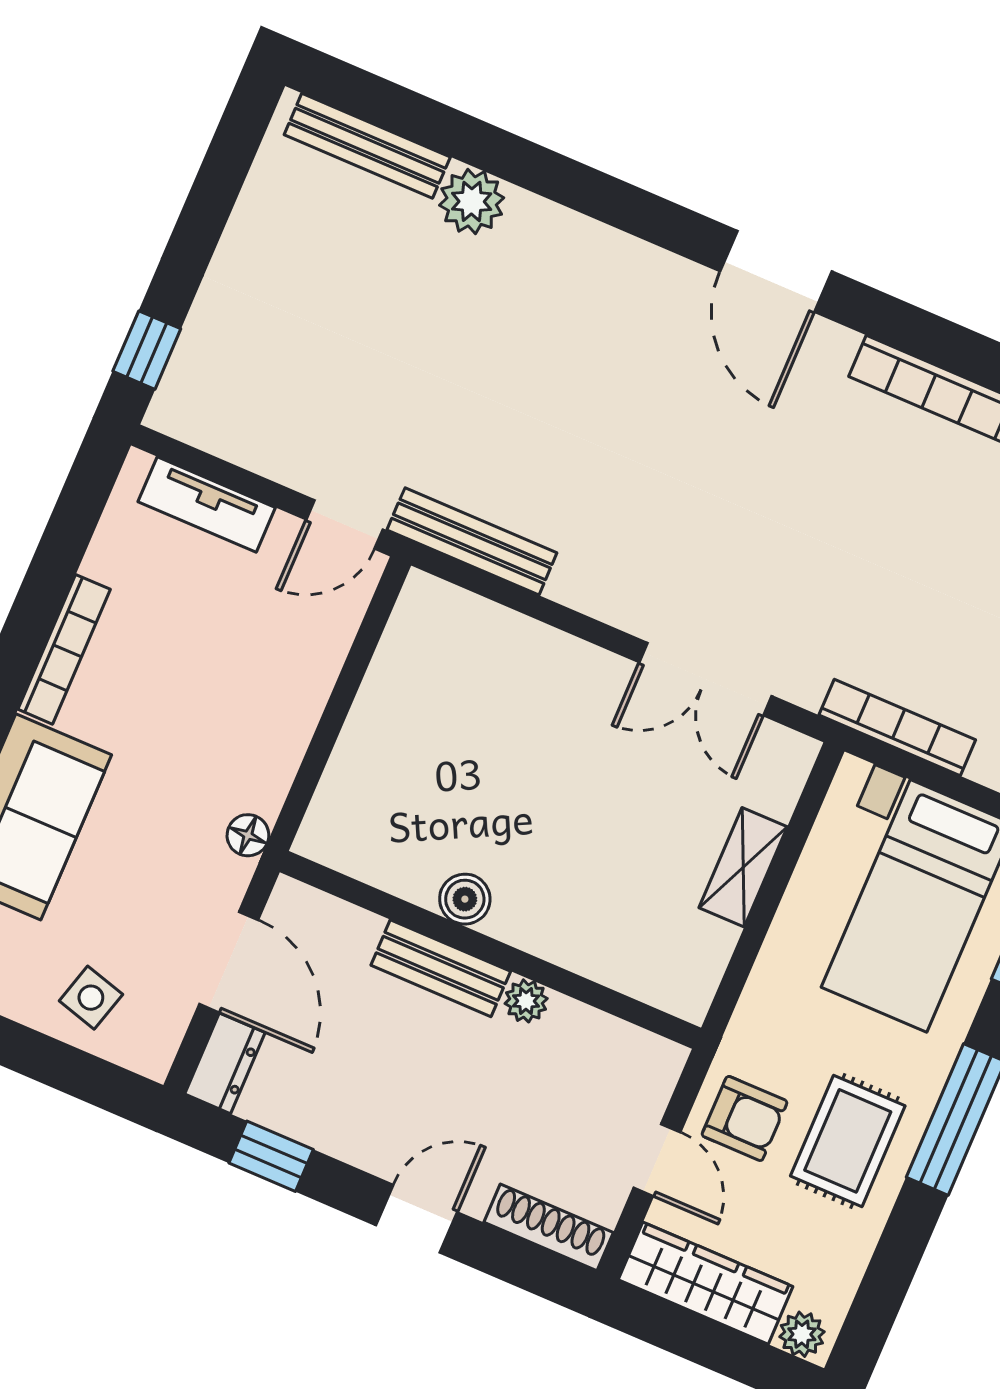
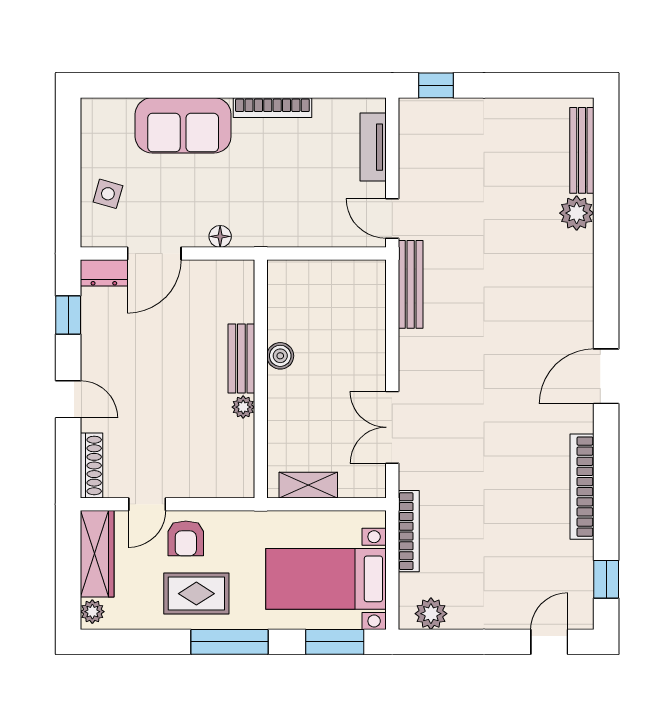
boiler: (465, 899) -> (280, 356), moved
wall: (490, 950) -> (261, 379), moved
bench: (441, 968) -> (241, 358), moved
plant: (526, 1001) -> (243, 407), moved

